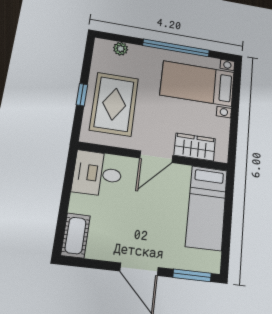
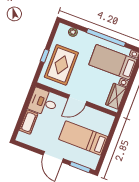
wardrobe: (195, 147) -> (116, 96), moved, turned -90
bed: (207, 208) -> (83, 138), moved, turned 90
cot: (76, 236) -> (29, 122), moved

